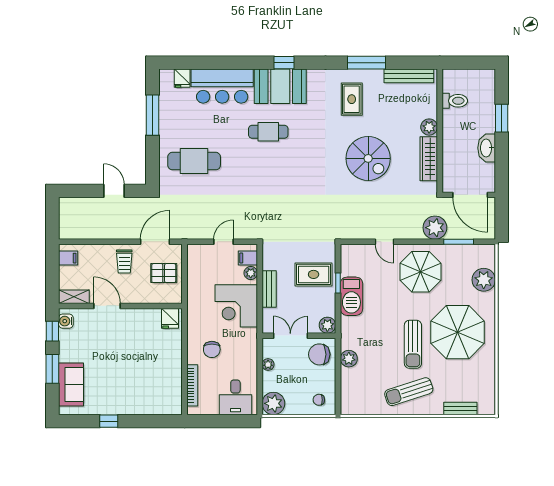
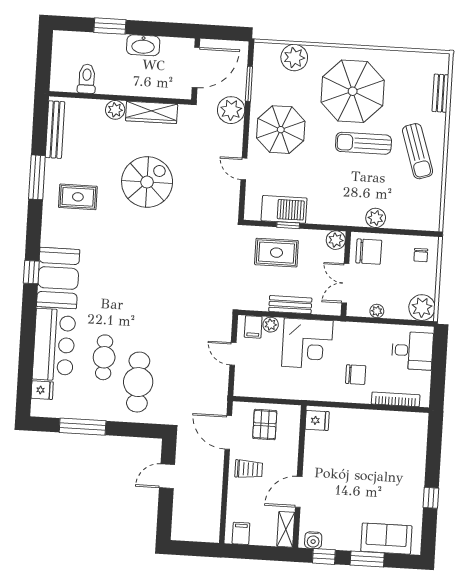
cafe table: (268, 132) -> (104, 357), moved
door: (384, 242) -> (244, 169), swing flipped
rug: (314, 274) -> (276, 253), turned 90
barbecue: (351, 296) -> (284, 209), moved
sun lounger: (413, 344) -> (363, 143), turned 180
chair: (319, 354) -> (369, 252), turned -90

